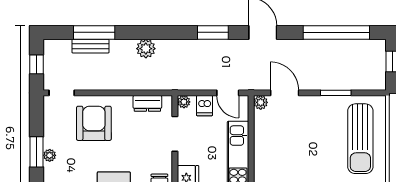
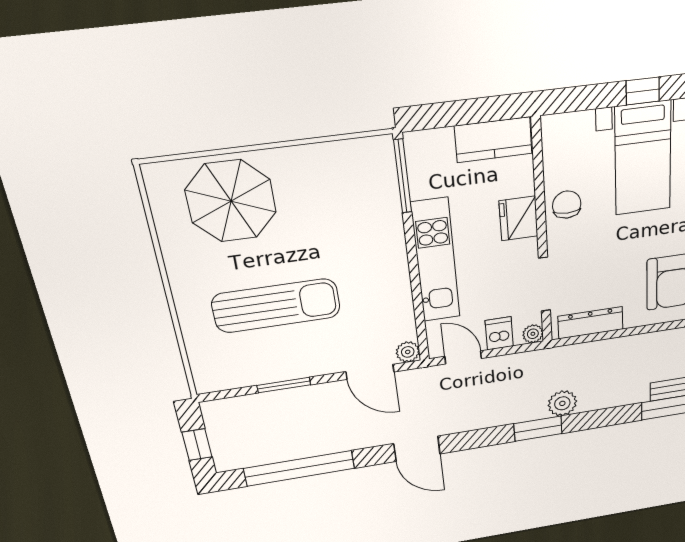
window: (213, 32) -> (538, 429), moved
plant: (146, 49) -> (562, 403), moved
dresser: (147, 103) -> (591, 323), width x1.44
sun lounger: (360, 139) -> (276, 306), moved, turned 90

